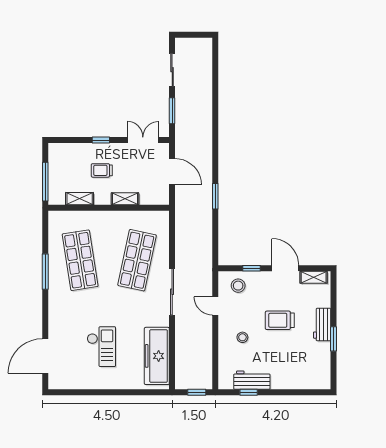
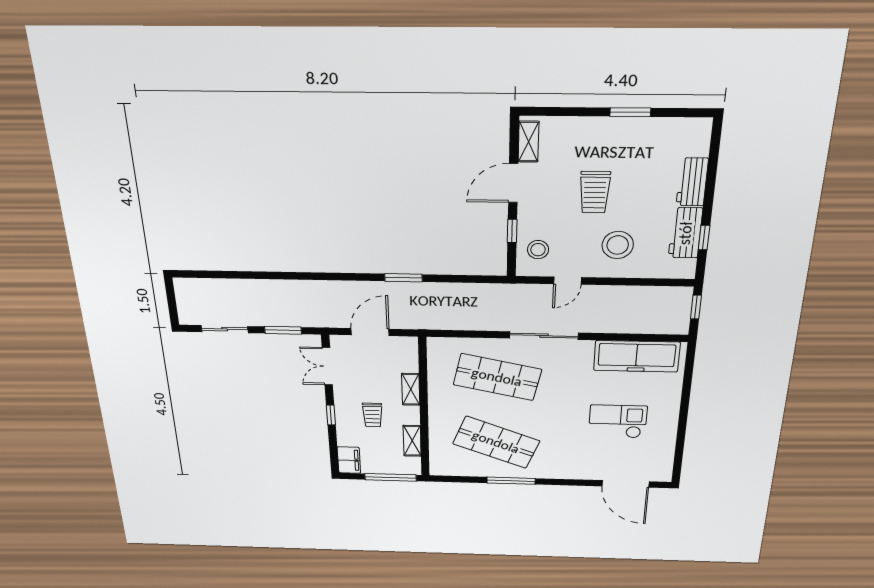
filing cabinet: (60, 151) -> (349, 460), added
shop shelf: (80, 260) -> (496, 442), turned 30
workbench: (322, 325) -> (692, 182), moved, turned 90
stool: (242, 337) -> (618, 245), width x1.89, depth x1.89

